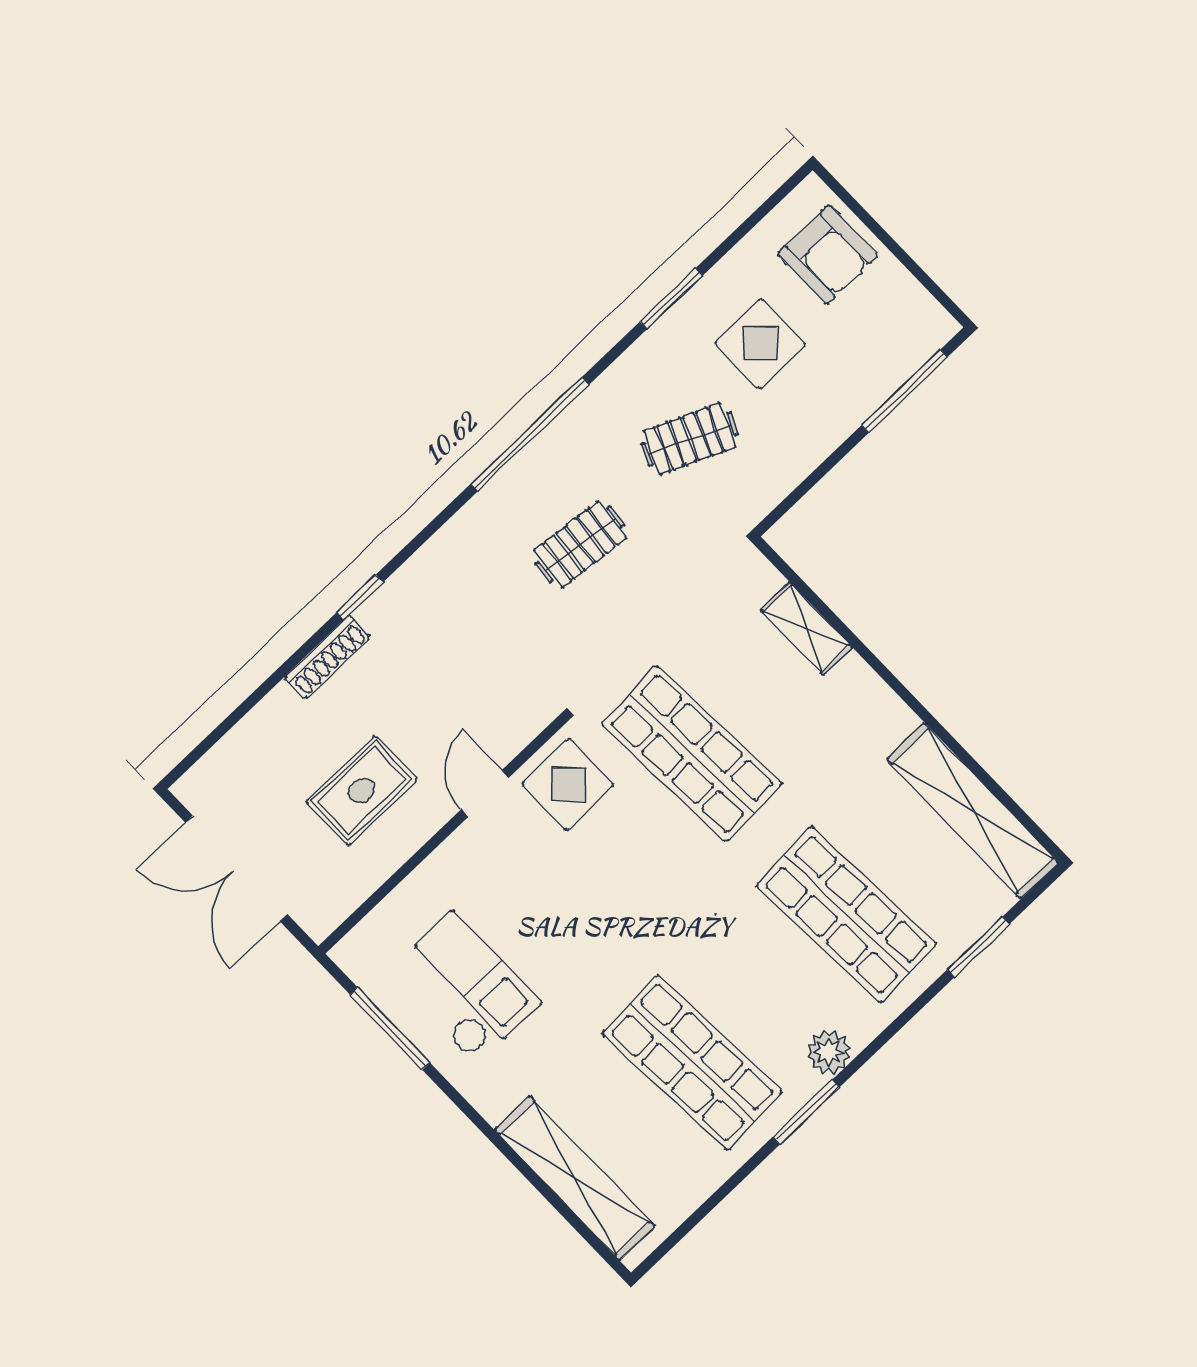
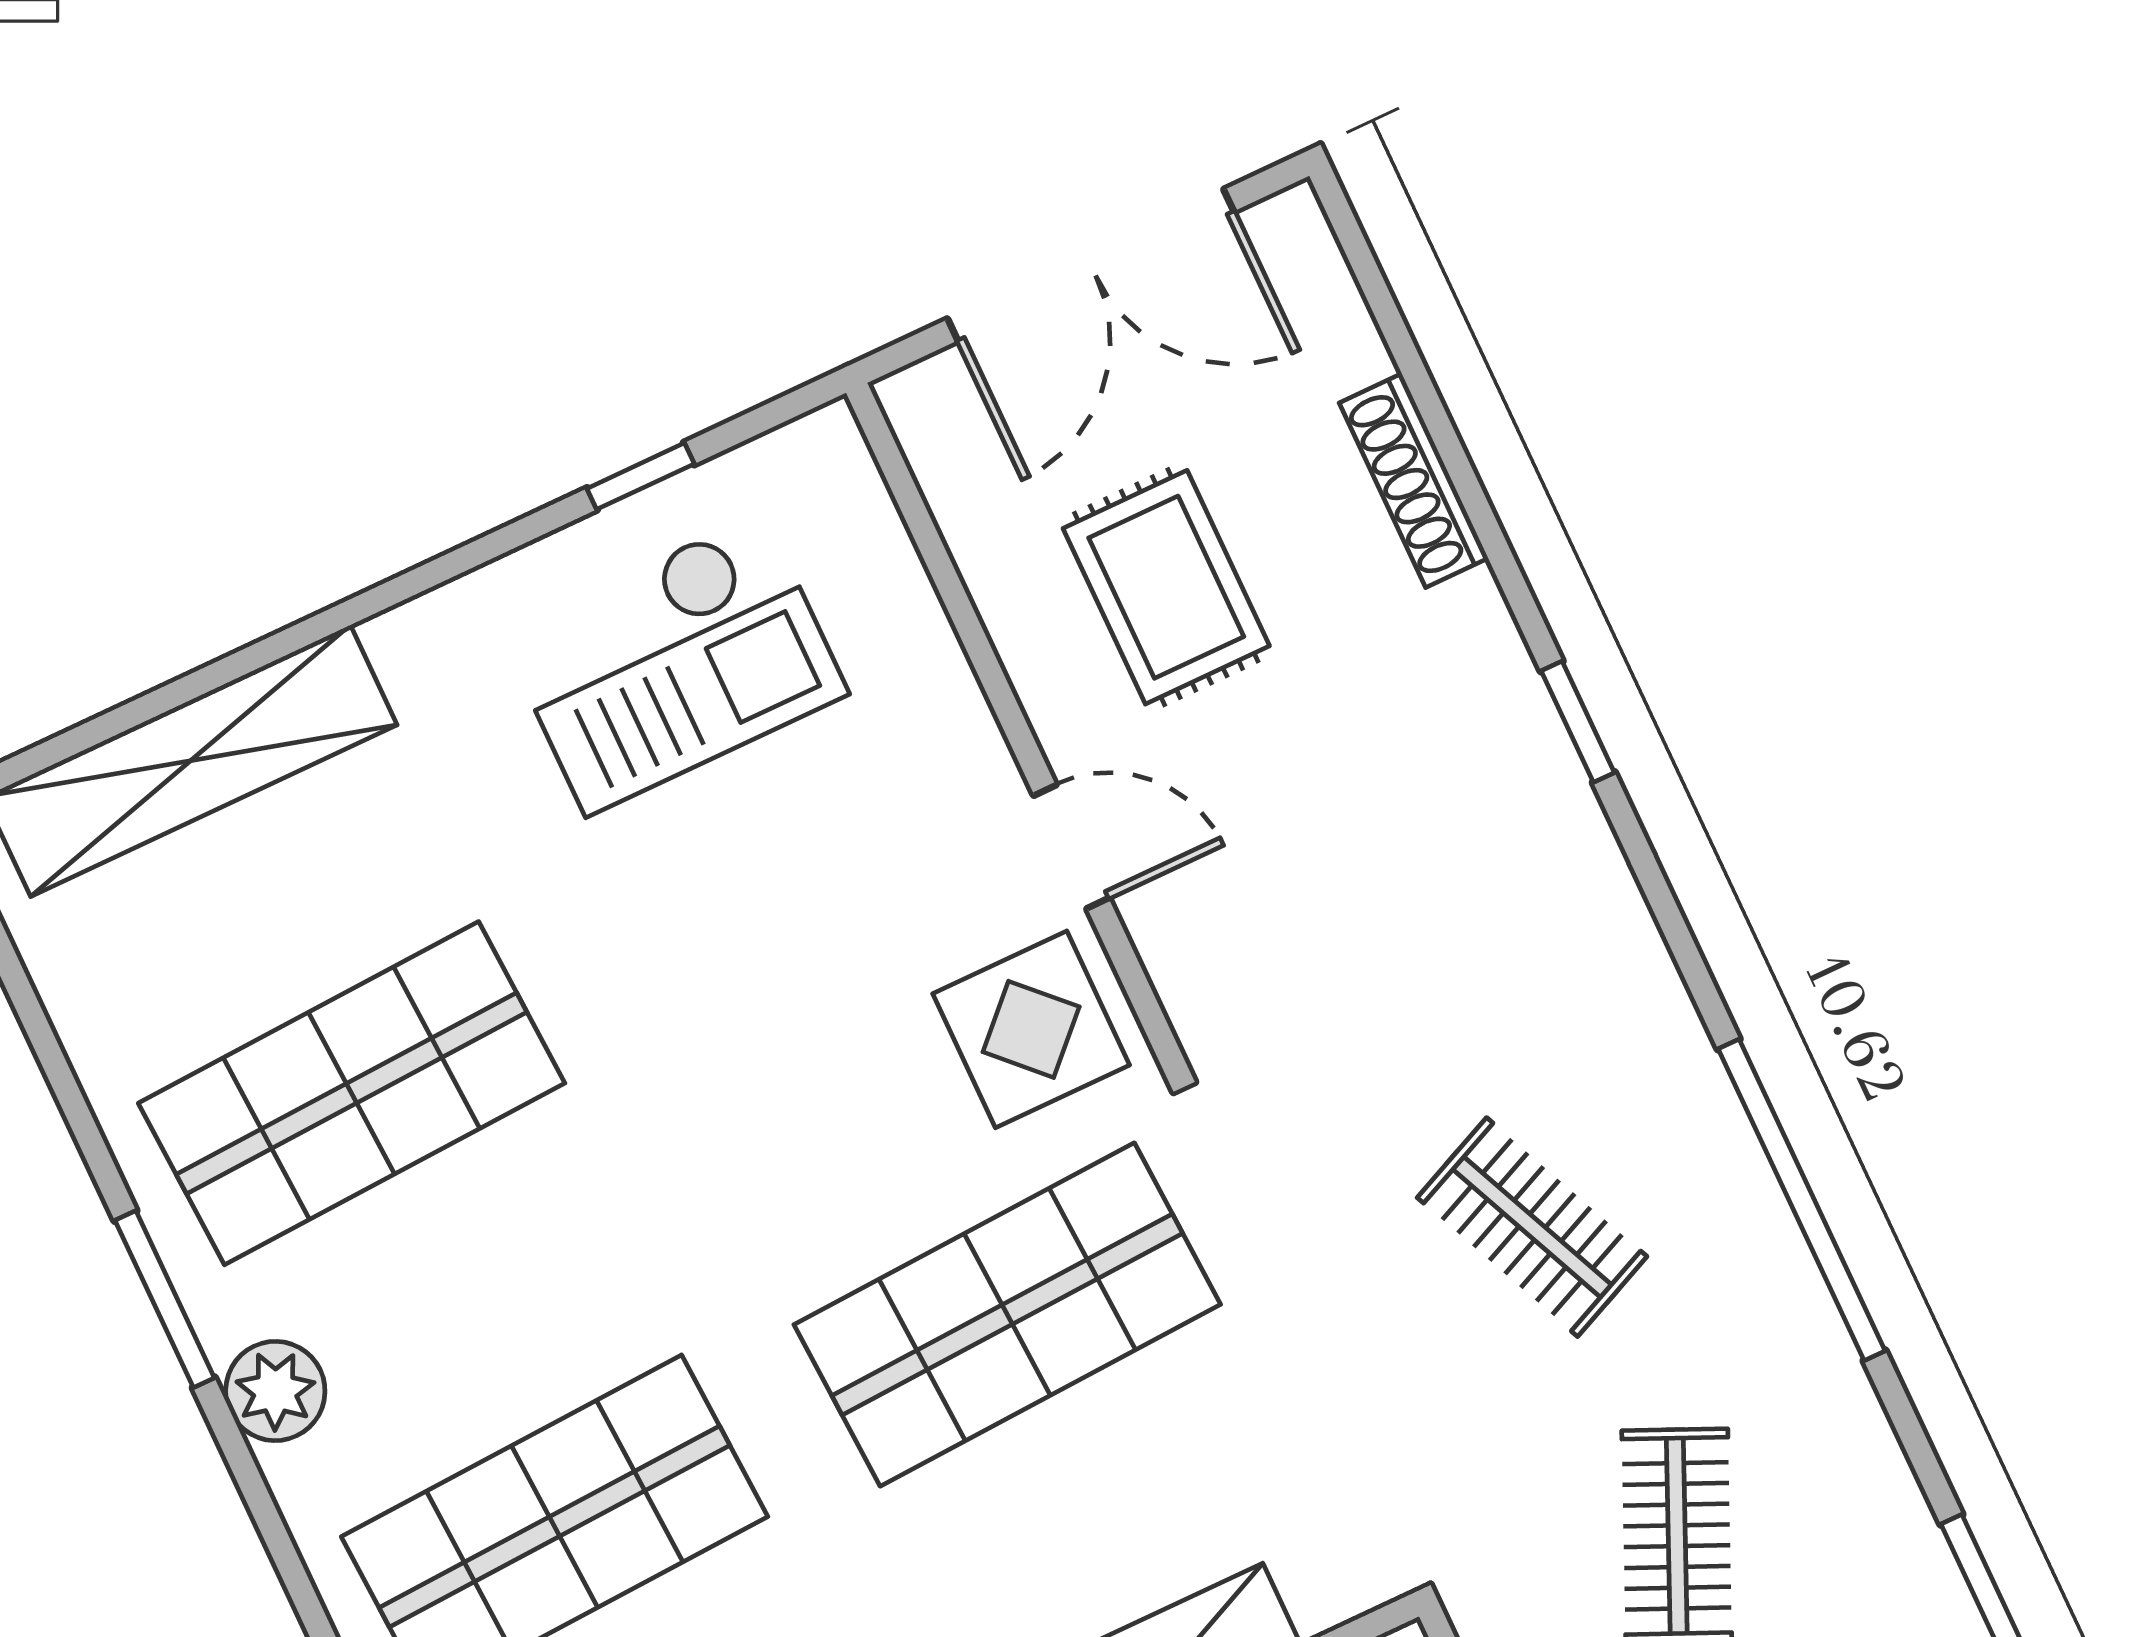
clothes rail: (580, 544) -> (1532, 1227), turned -30
shoe rack: (327, 657) -> (1414, 481), moved
double door: (236, 869) -> (1091, 265), swing flipped
window: (390, 1029) -> (641, 476), width x0.46

